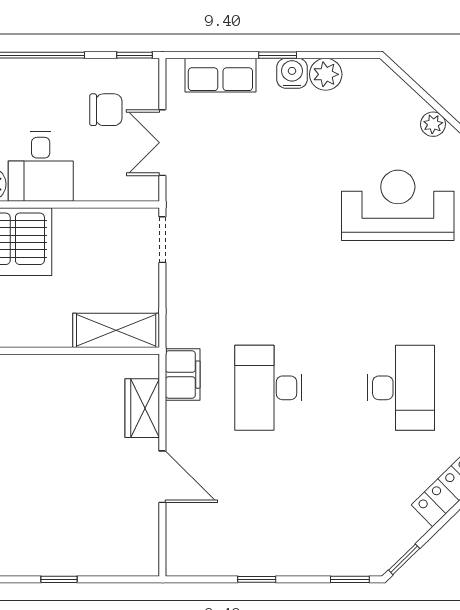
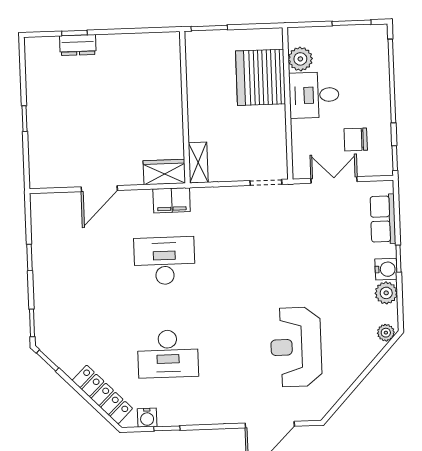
chair: (106, 110) -> (356, 139), turned 90
plant: (433, 124) -> (386, 333), moved
reception desk: (398, 205) -> (296, 347), turned 180
shelving: (116, 330) -> (198, 163), width x0.67, depth x0.75
wardrobe: (142, 408) -> (164, 172), moved

